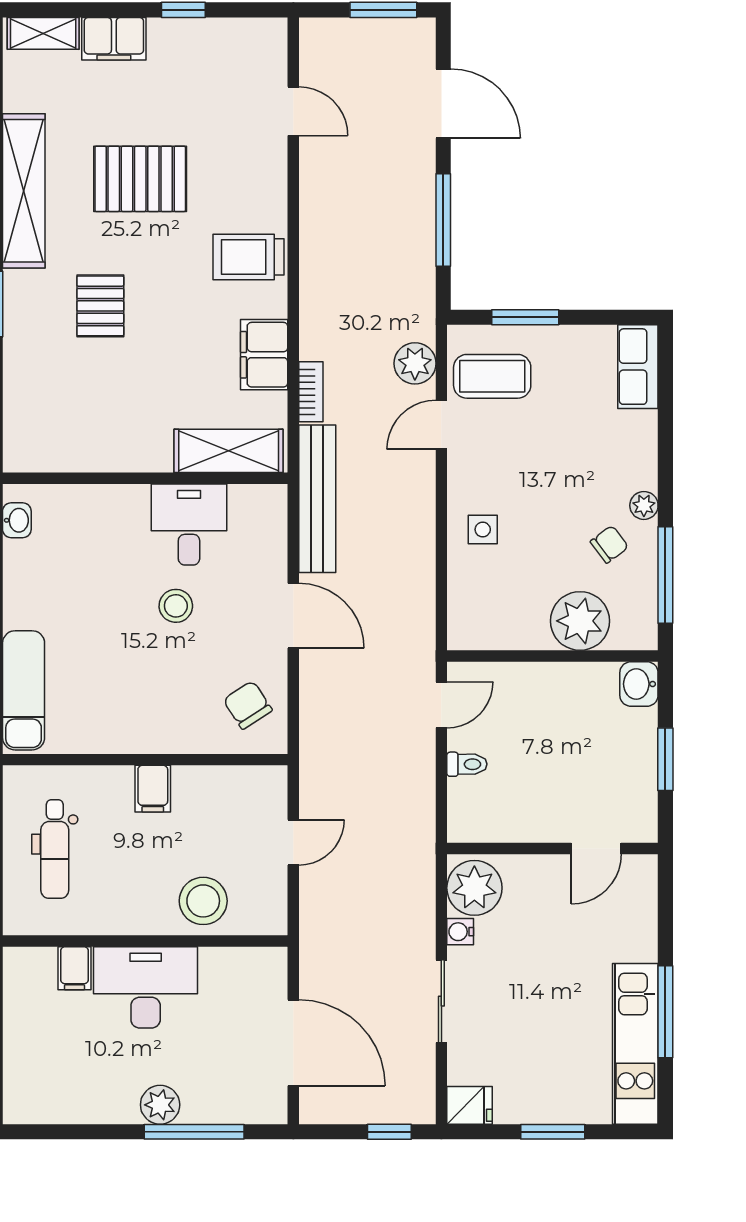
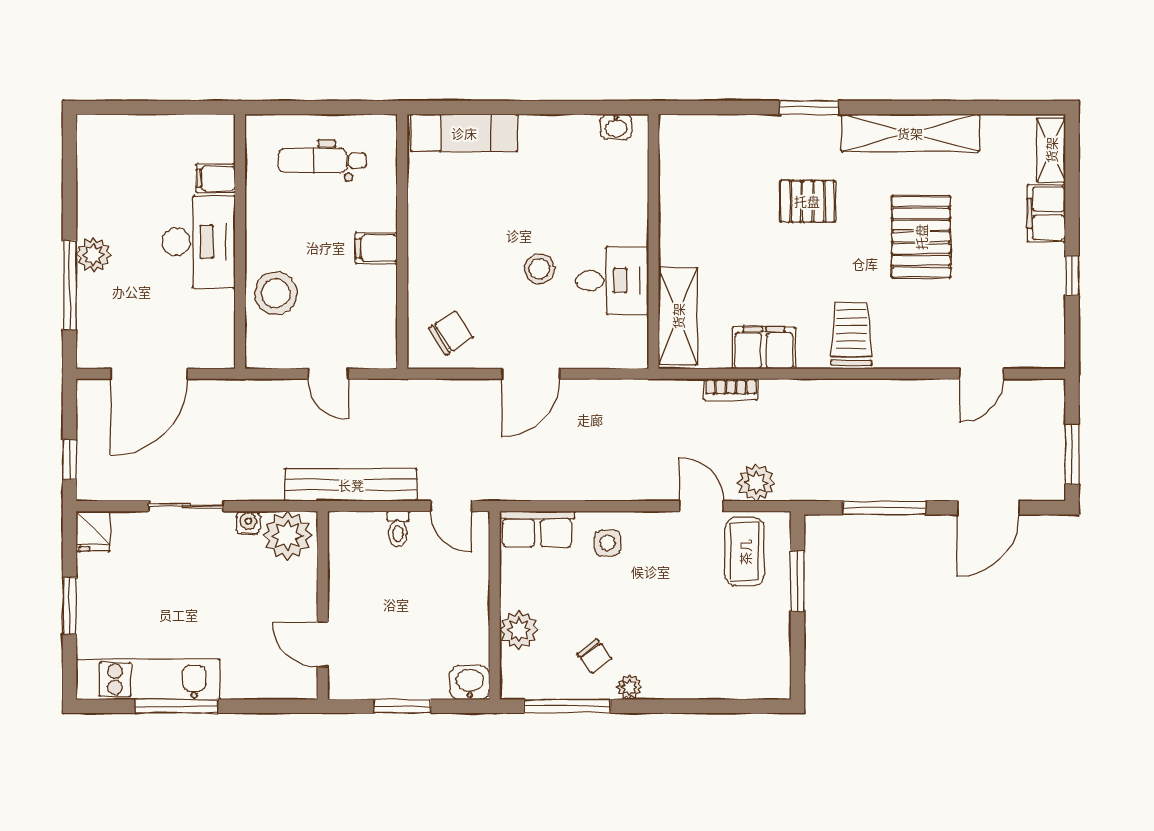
row of seats: (638, 367) -> (537, 529), moved, turned 180
bench: (317, 499) -> (351, 485), moved
plant: (580, 621) -> (519, 630), width x0.73, depth x0.73

